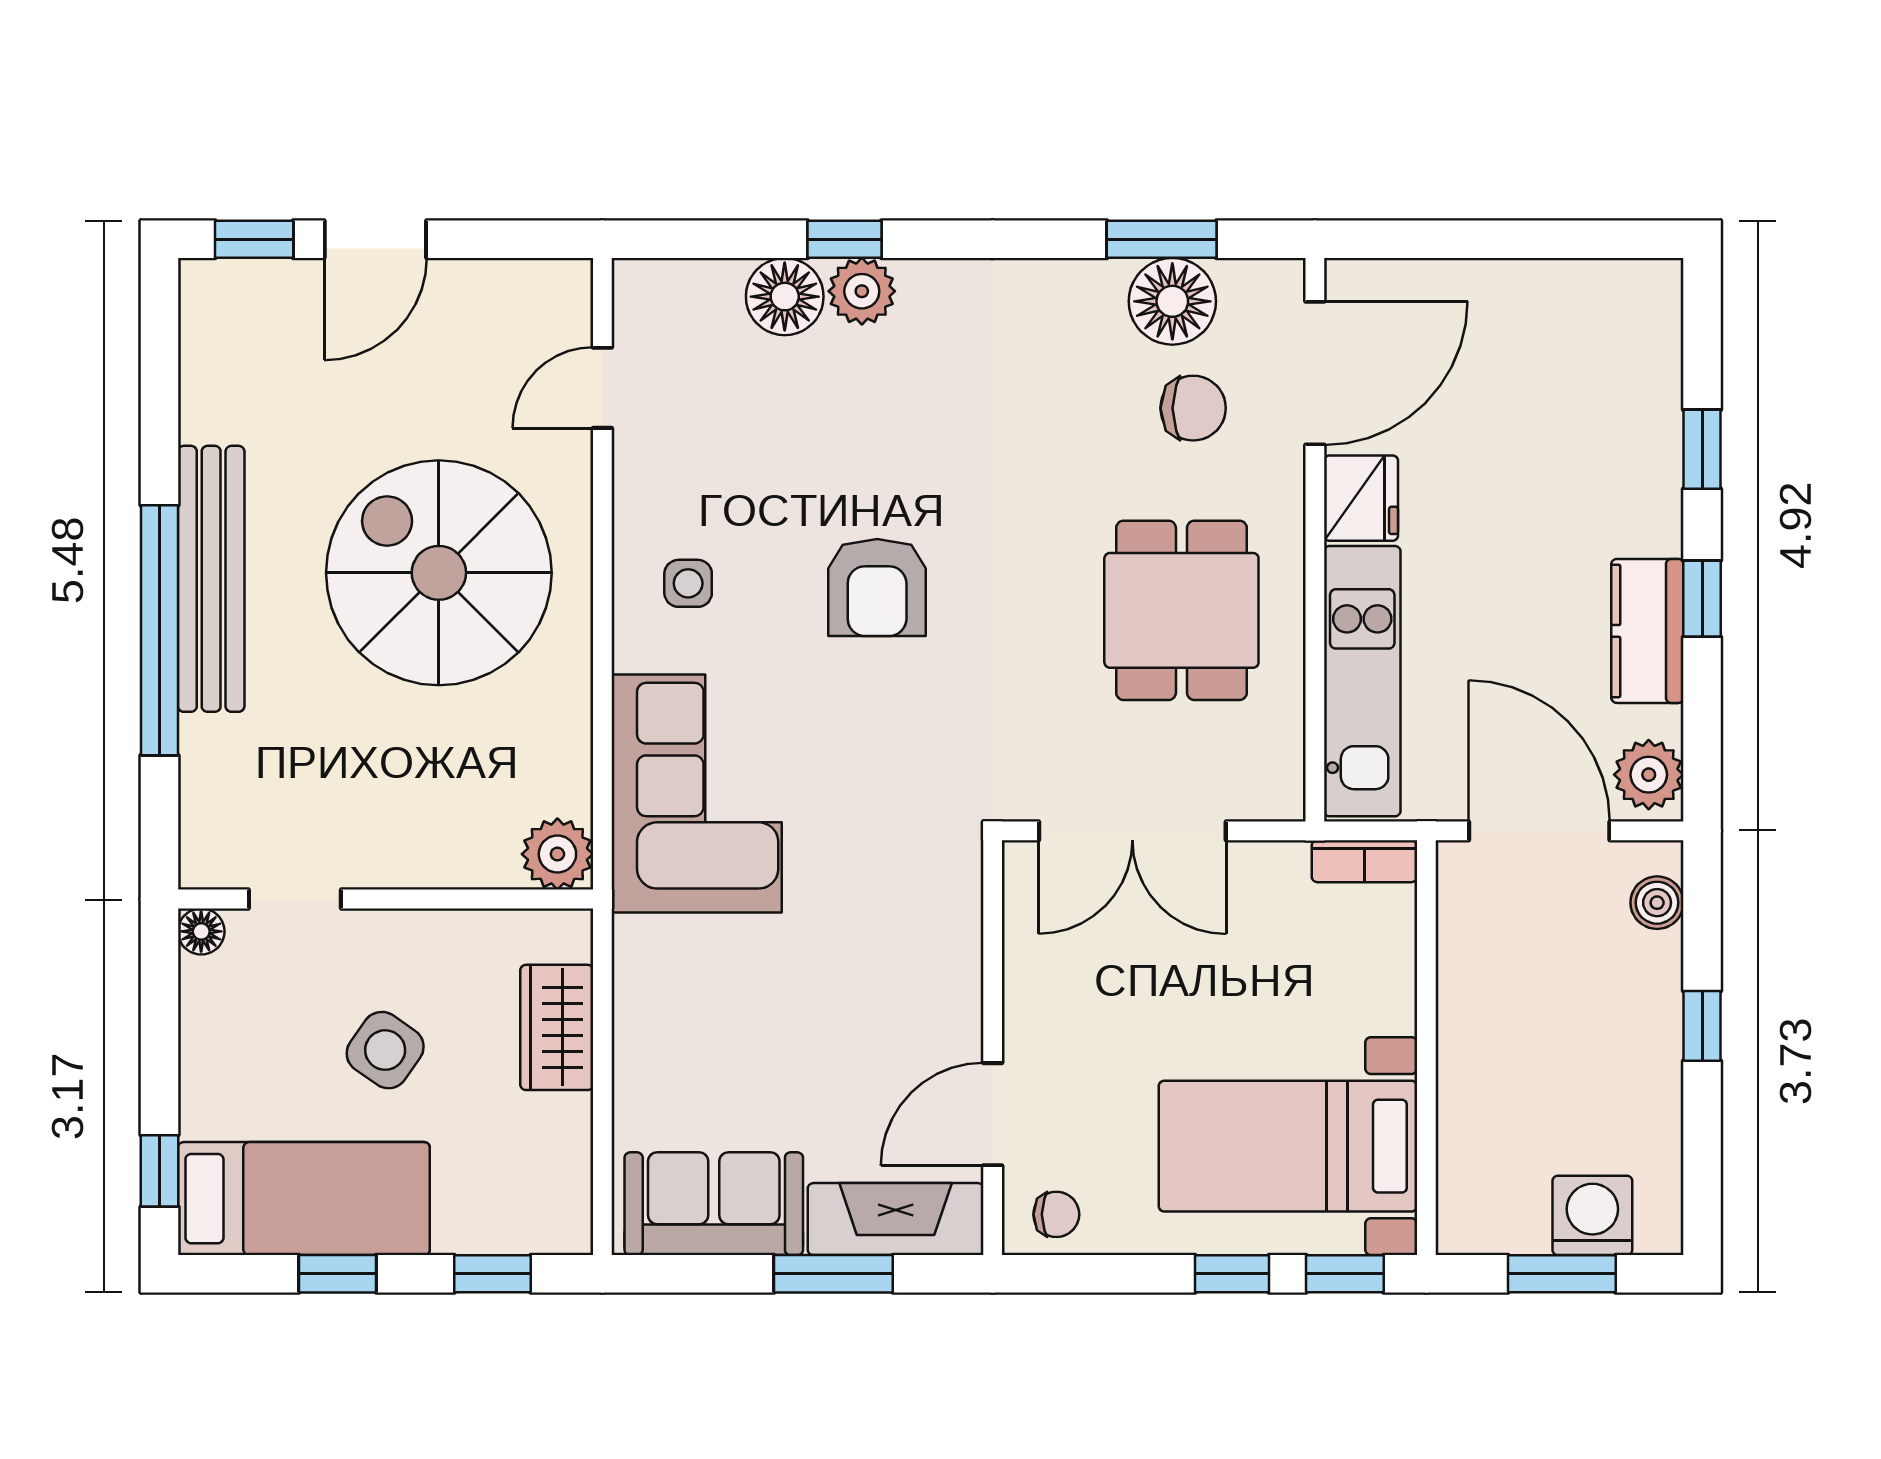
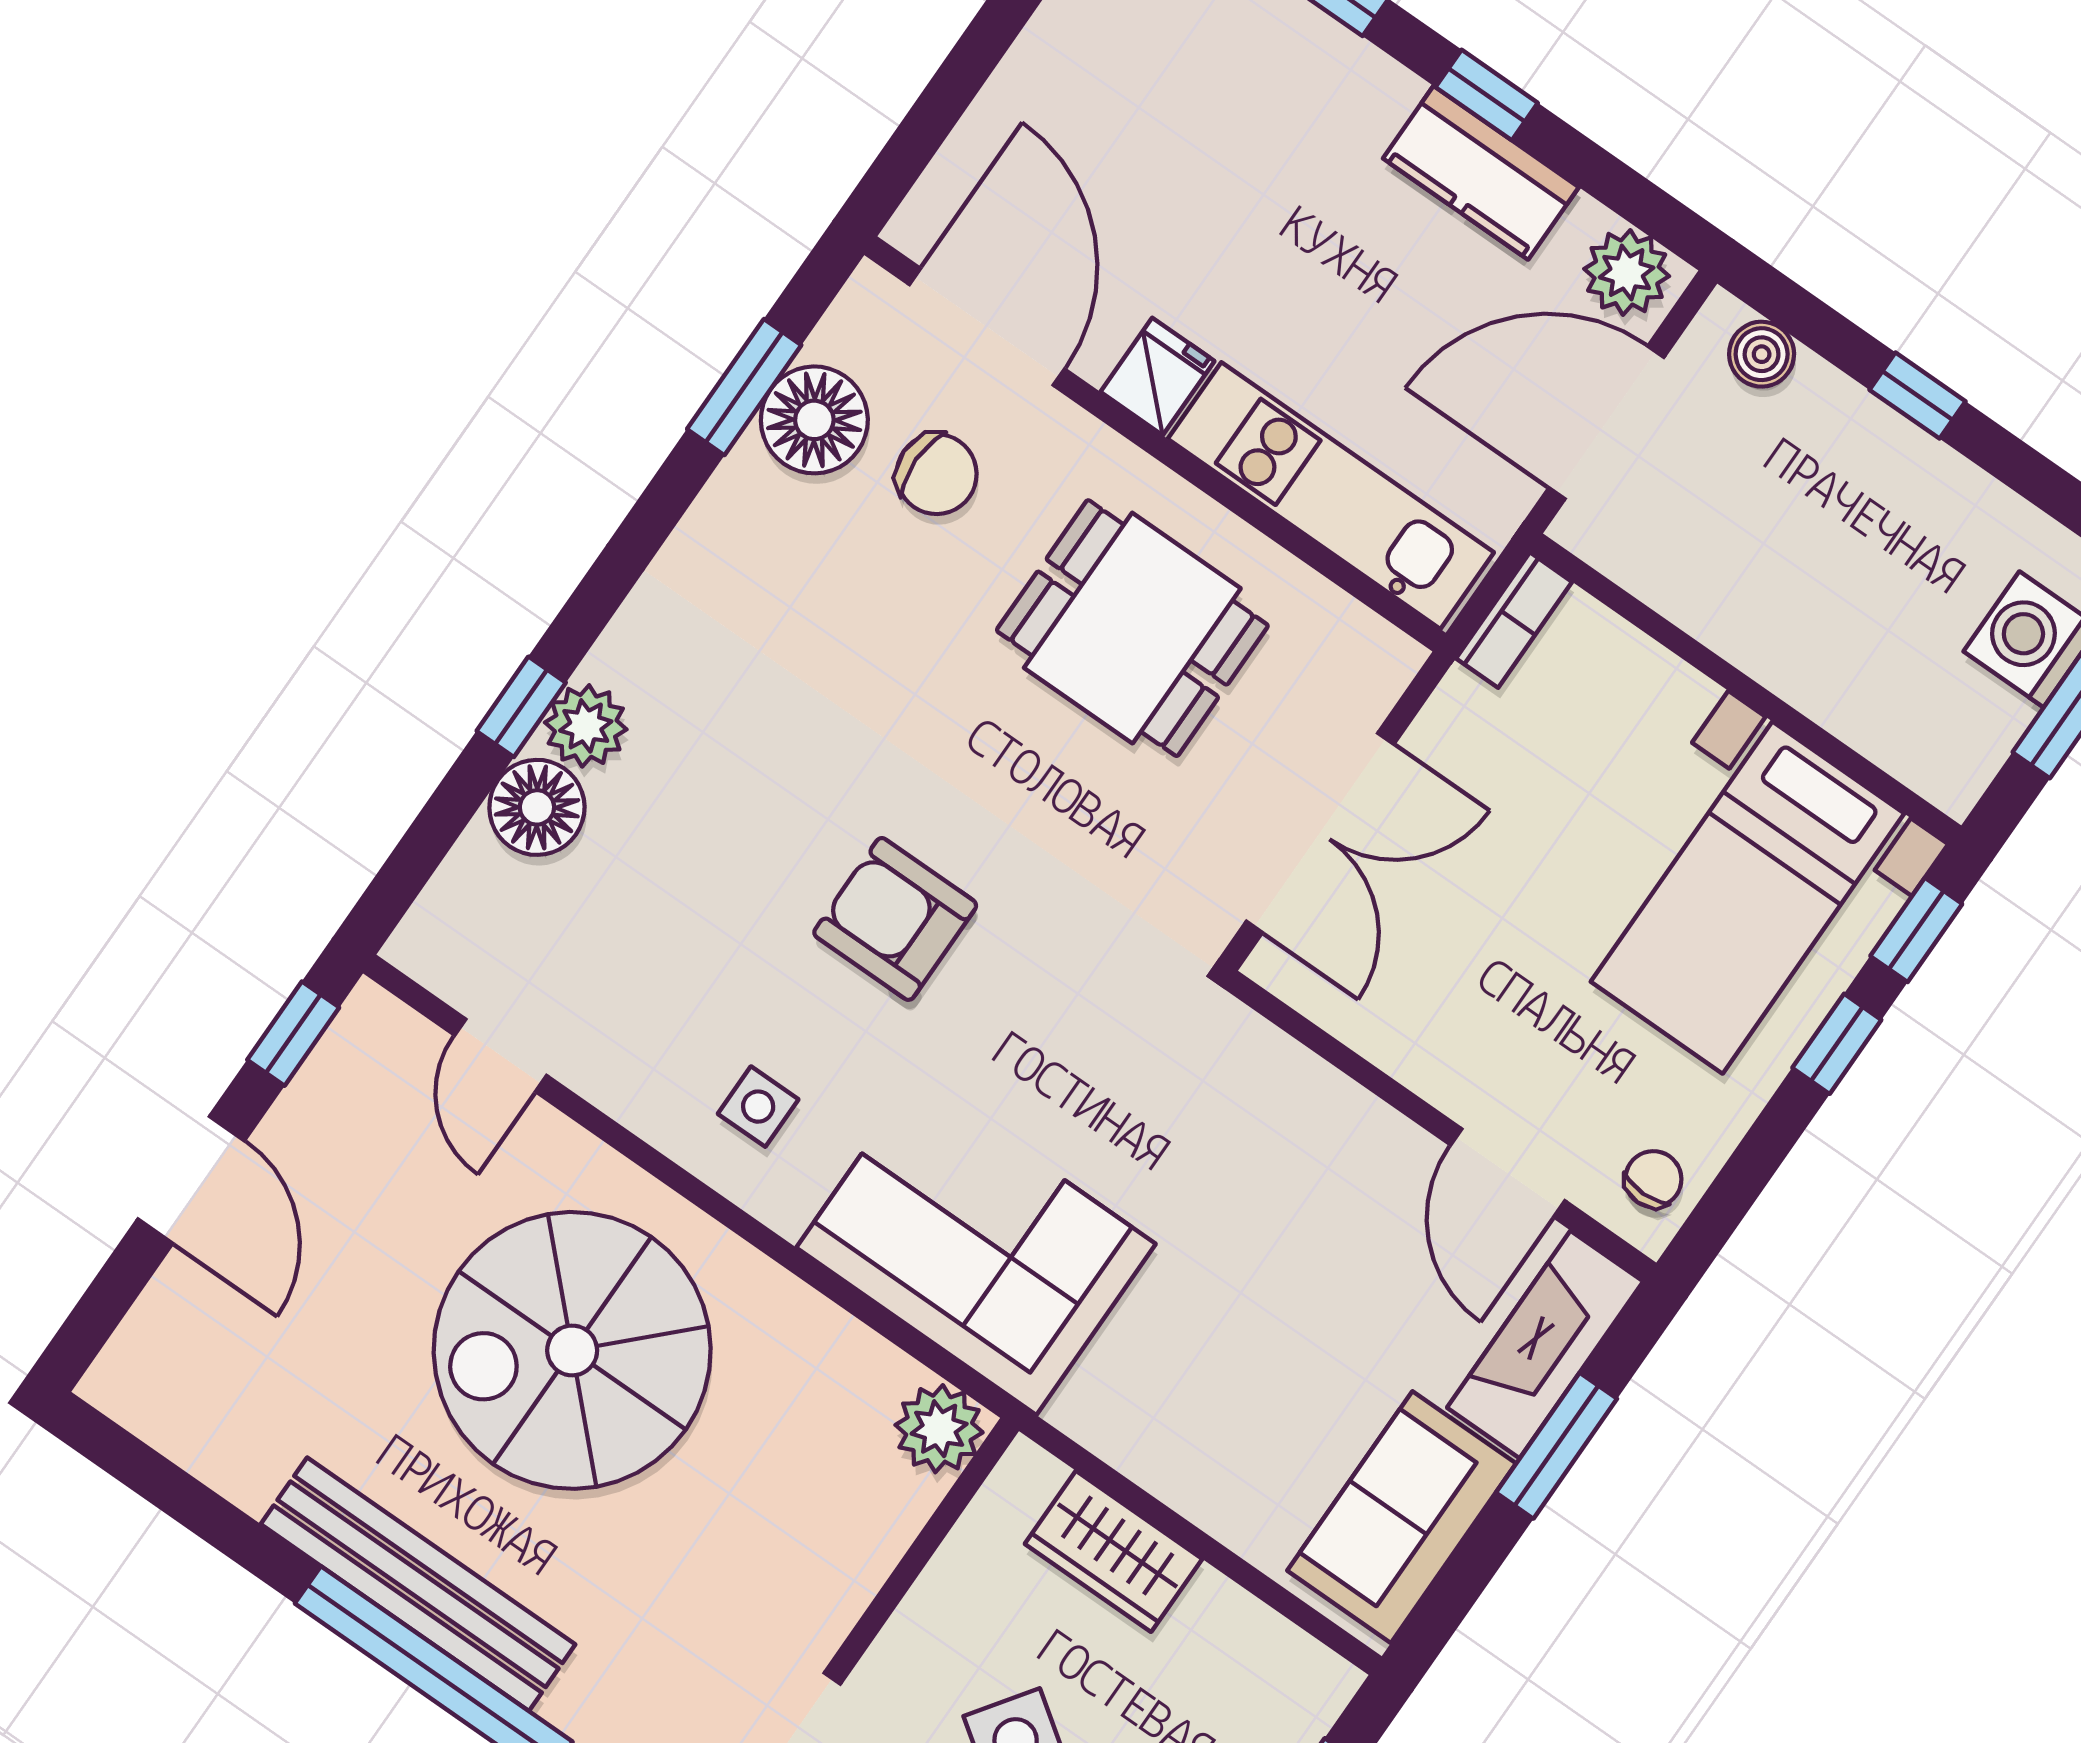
window: (254, 239) -> (293, 1034), moved
chair: (1193, 408) -> (937, 474), turned 90
fridge: (1361, 498) -> (1157, 376), width x0.72
armchair: (877, 588) -> (895, 919), turned 180

